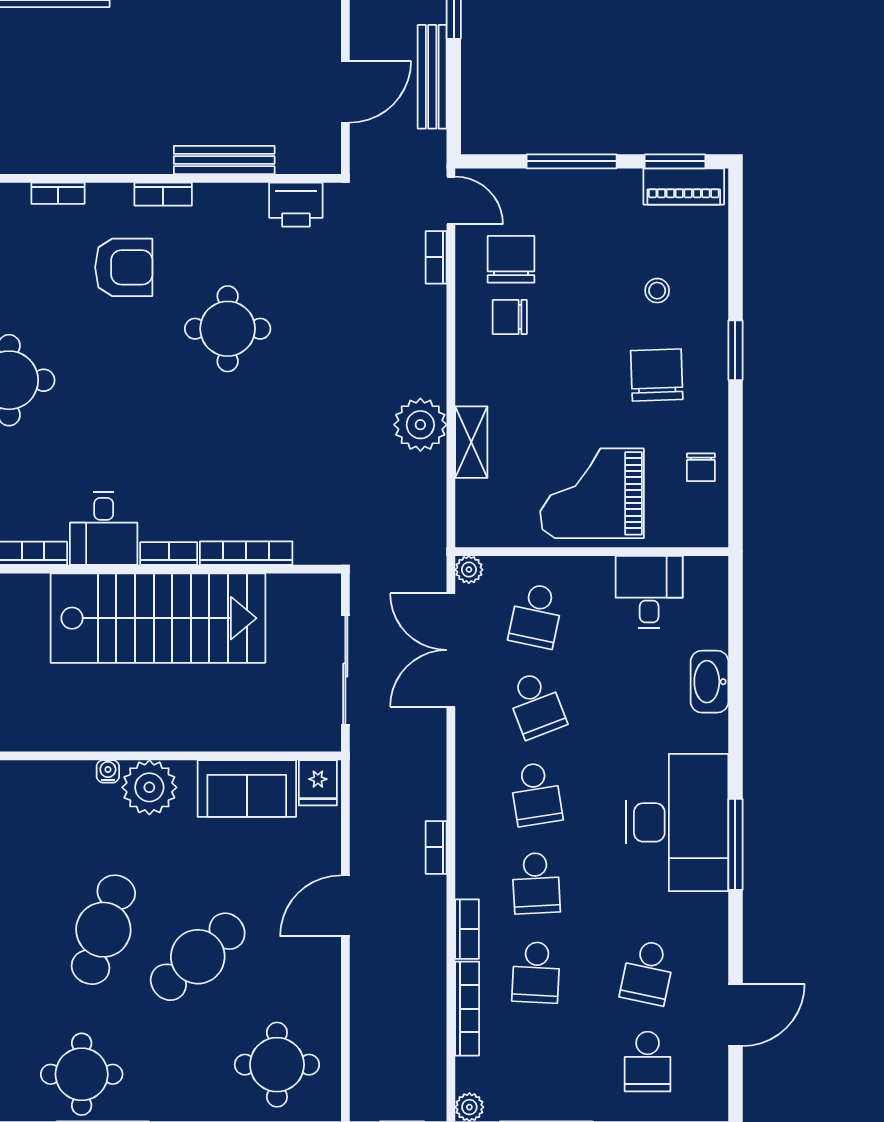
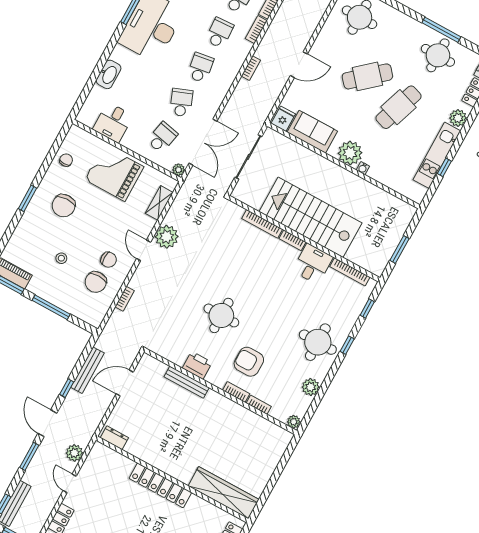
bookcase: (163, 194) -> (236, 392), moved
door: (451, 200) -> (144, 250), moved
printer: (296, 205) -> (197, 365), moved
stool: (657, 291) -> (61, 258), moved
shelving: (471, 442) -> (159, 203), moved
grand piano: (592, 493) -> (114, 173), turned 180

